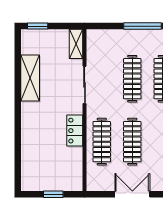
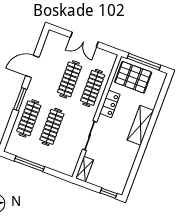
shelving: (30, 78) -> (140, 125), moved
pallet: (59, 172) -> (133, 77), added
window: (53, 194) -> (144, 62), width x2.17

